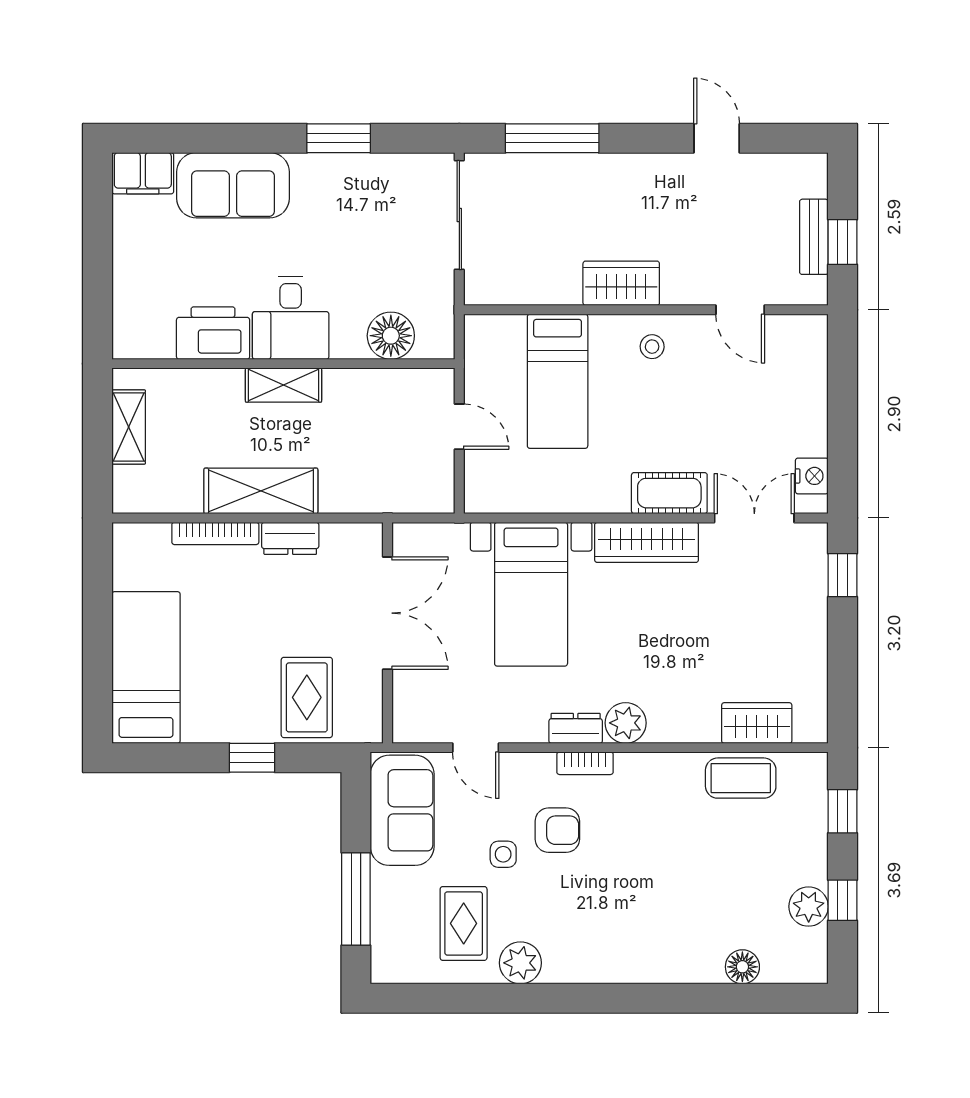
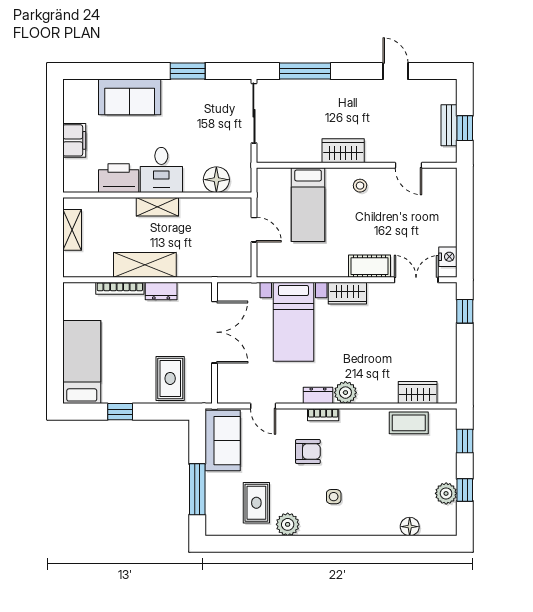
filing cabinet: (143, 173) -> (74, 140), moved, turned -90
wardrobe: (647, 542) -> (347, 293), width x0.67
window: (252, 758) -> (120, 412), moved
side table: (503, 854) -> (334, 497), moved

